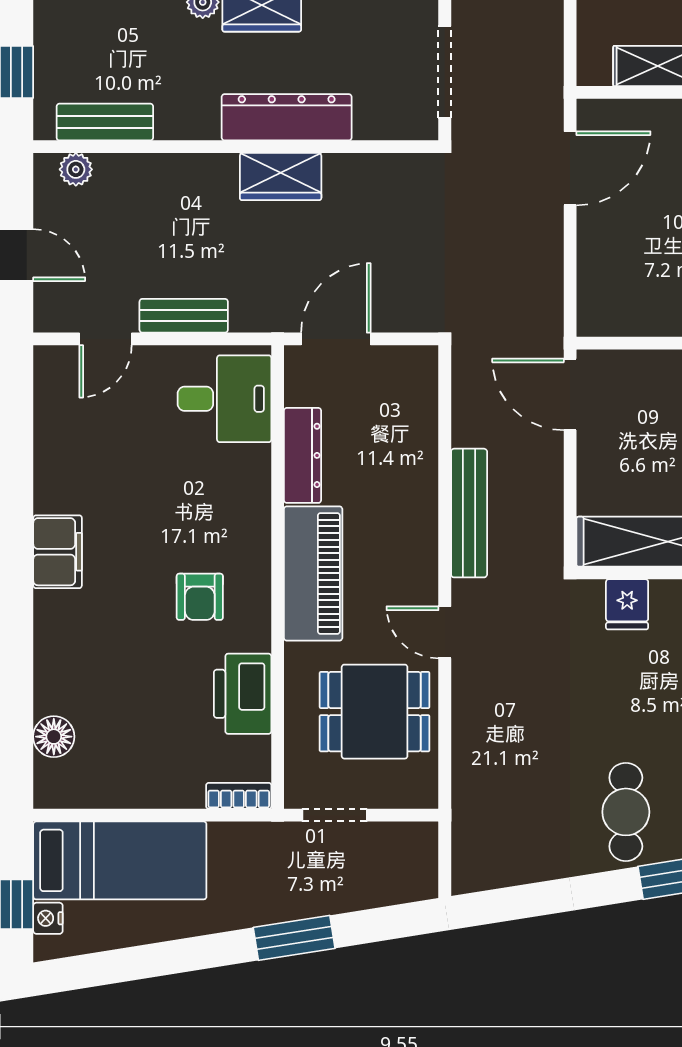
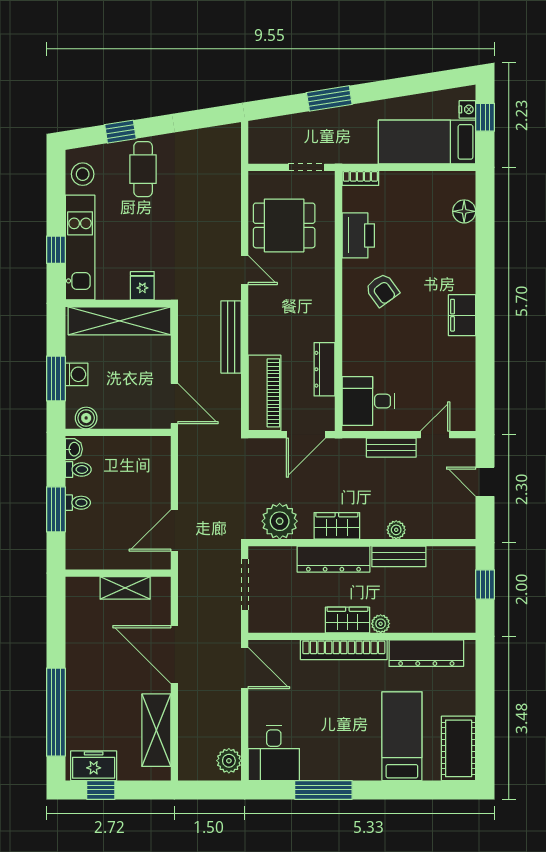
bench: (105, 122) -> (399, 556), moved
plant: (76, 169) -> (396, 530), moved
plant: (383, 185) -> (280, 521), added
piano: (313, 573) -> (265, 393), moved, turned 180
armchair: (200, 597) -> (382, 290), turned 144

